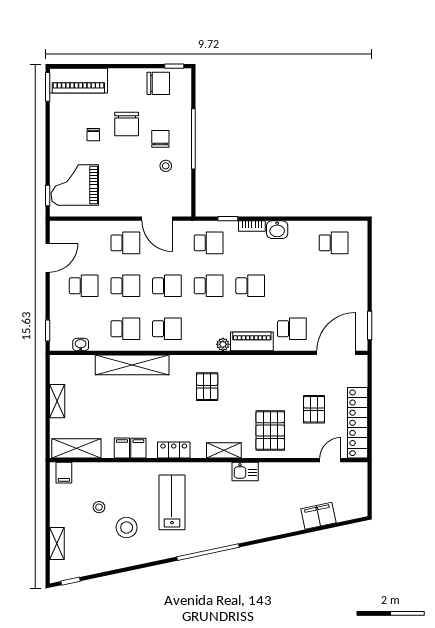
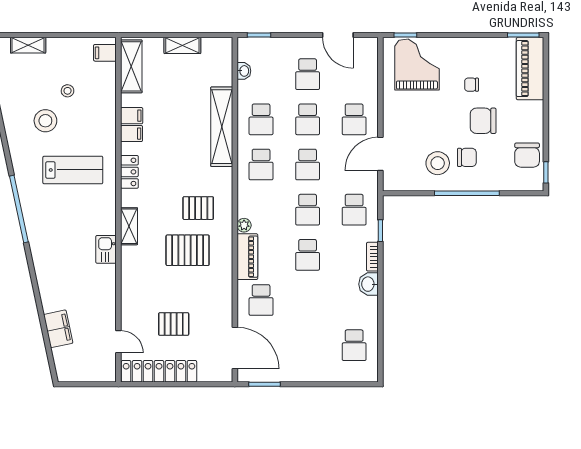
stool: (166, 166) -> (438, 163), width x1.89, depth x1.89
pallet: (270, 431) -> (188, 250), moved

